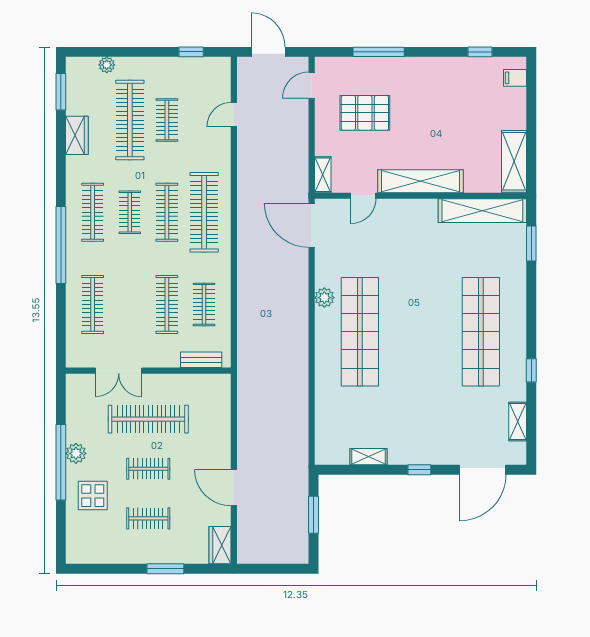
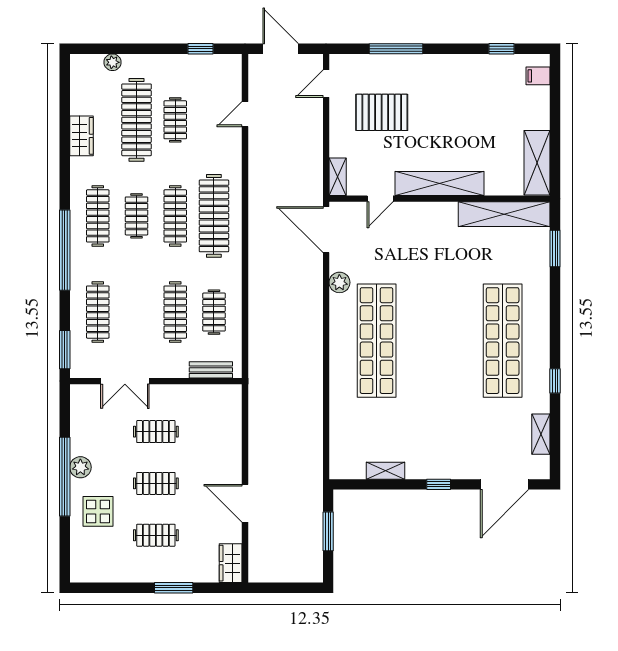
window: (61, 92) -> (65, 350), moved
plant: (324, 298) -> (339, 282), moved
clothes rail: (148, 419) -> (156, 432), width x0.54, depth x0.76

